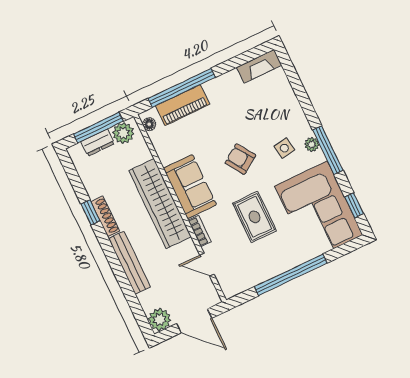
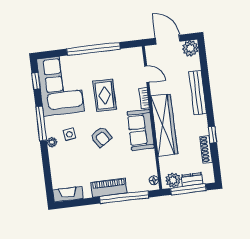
piano: (183, 105) -> (109, 188), moved
plant: (312, 144) -> (52, 142), moved
shoe rack: (105, 216) -> (206, 149), moved

